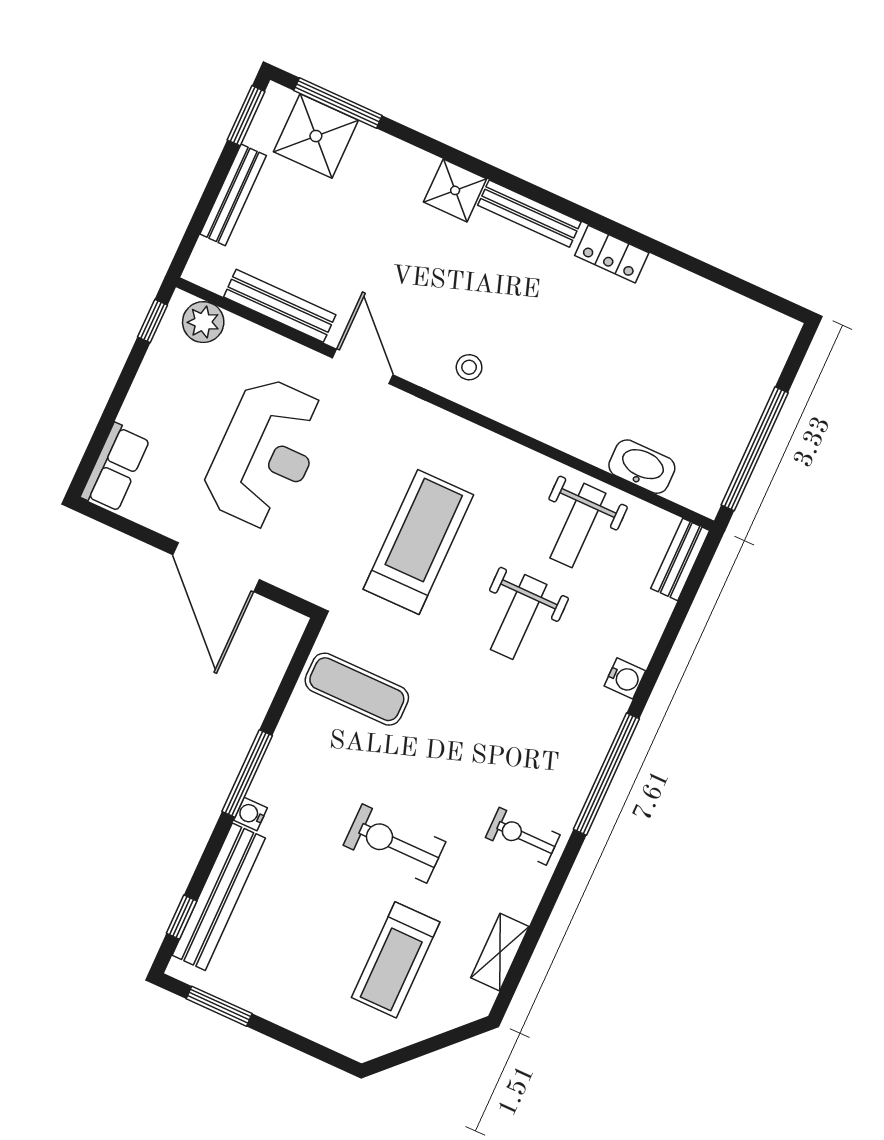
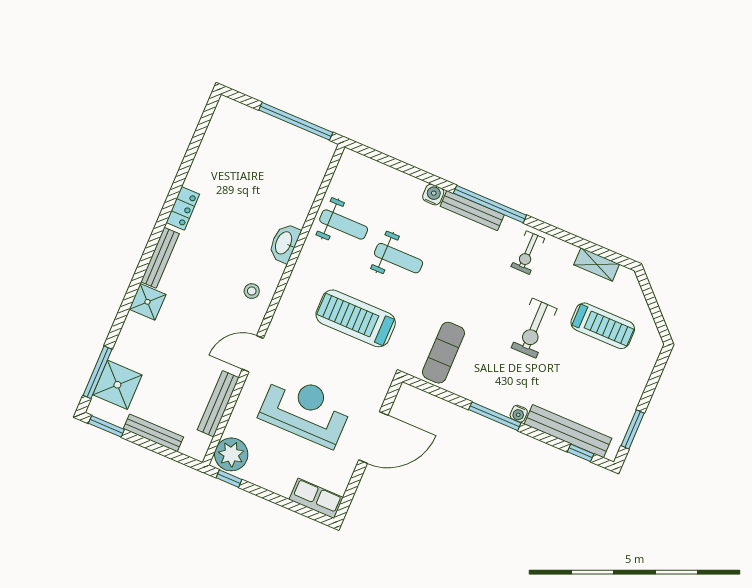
plant: (203, 322) -> (231, 454), width x1.36, depth x1.36
washbasin: (642, 467) -> (284, 243), moved
bench: (680, 559) -> (472, 211), moved, width x1.36

